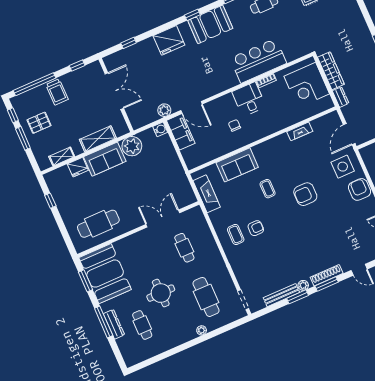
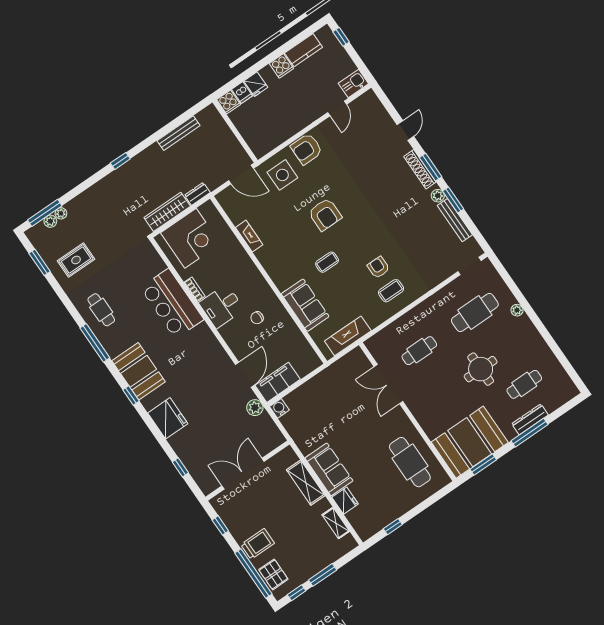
pallet: (39, 123) -> (273, 574), moved
plant: (132, 146) -> (307, 439), removed

